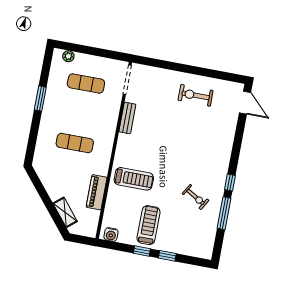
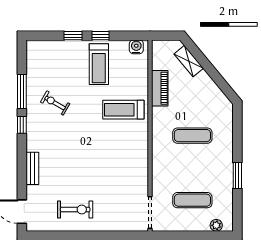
bench: (127, 118) -> (32, 168), moved

